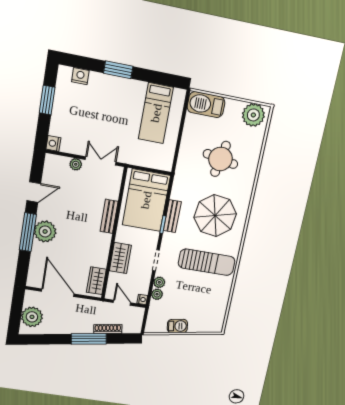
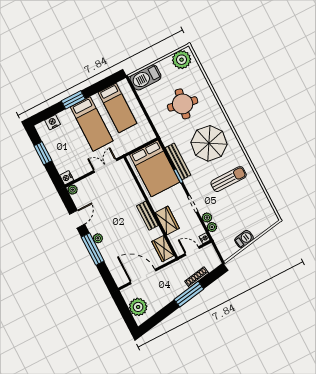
bed: (118, 109) -> (92, 124), added
plant: (76, 164) -> (73, 190), moved
bench: (109, 216) -> (147, 216), moved
bench: (172, 216) -> (178, 161), width x1.36
plant: (45, 231) -> (98, 238), width x0.53, depth x0.53
sun lounger: (207, 262) -> (229, 179), width x0.73, depth x0.75

